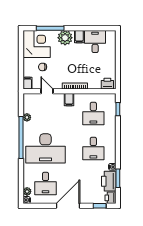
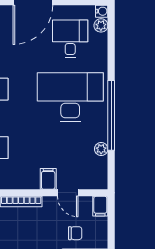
filing cabinet: (69, 100) -> (48, 179), moved

